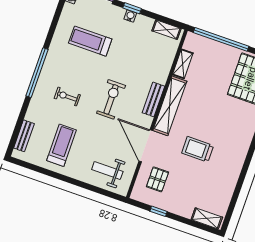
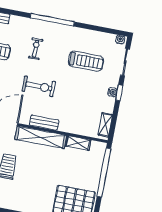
treadmill: (90, 41) -> (86, 61), turned 90

